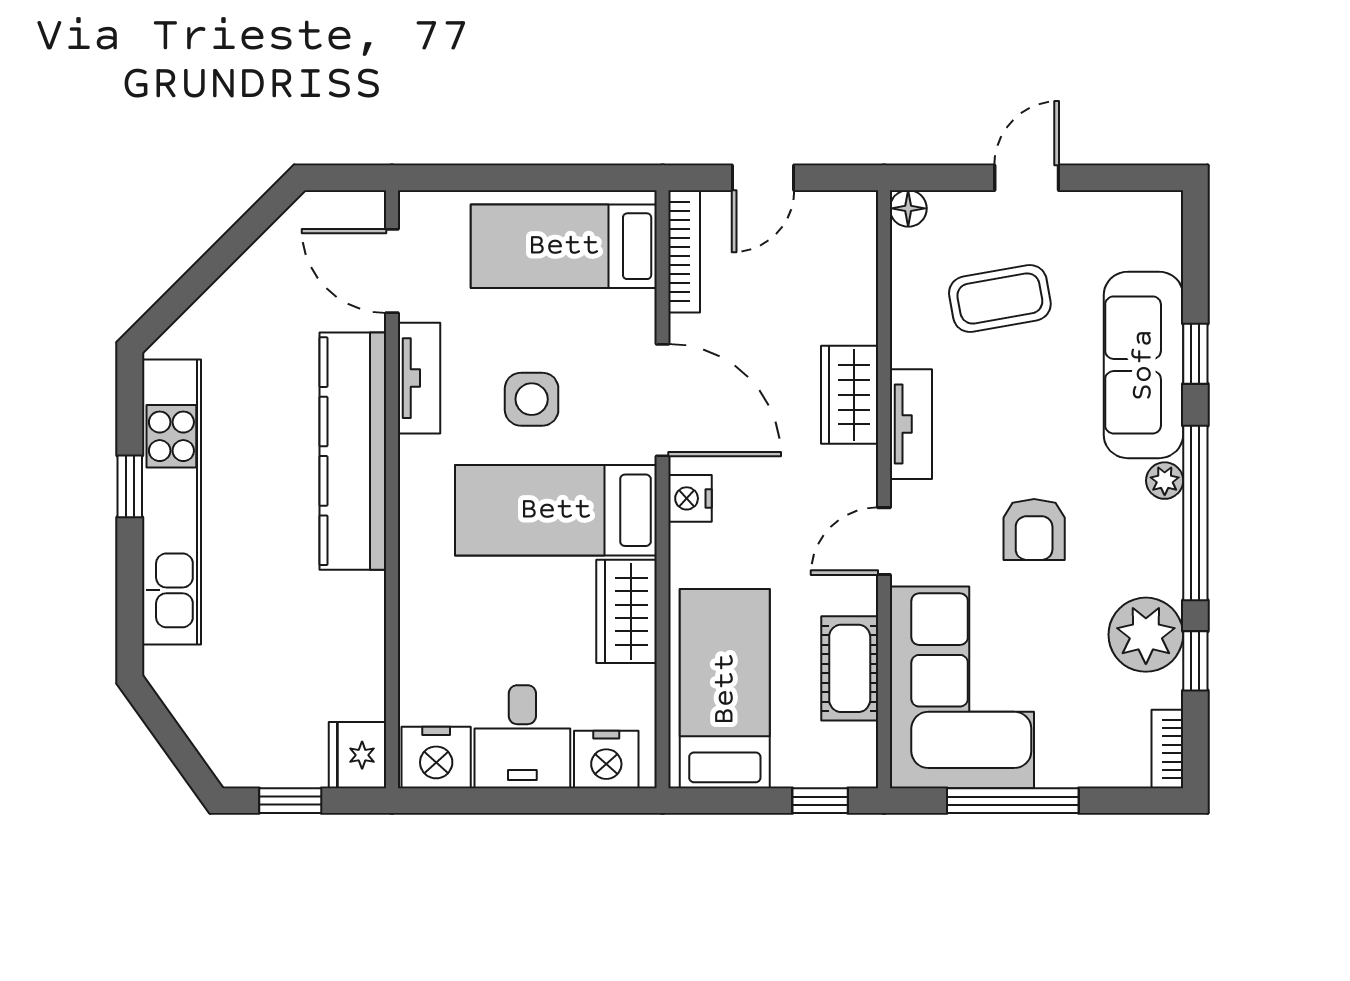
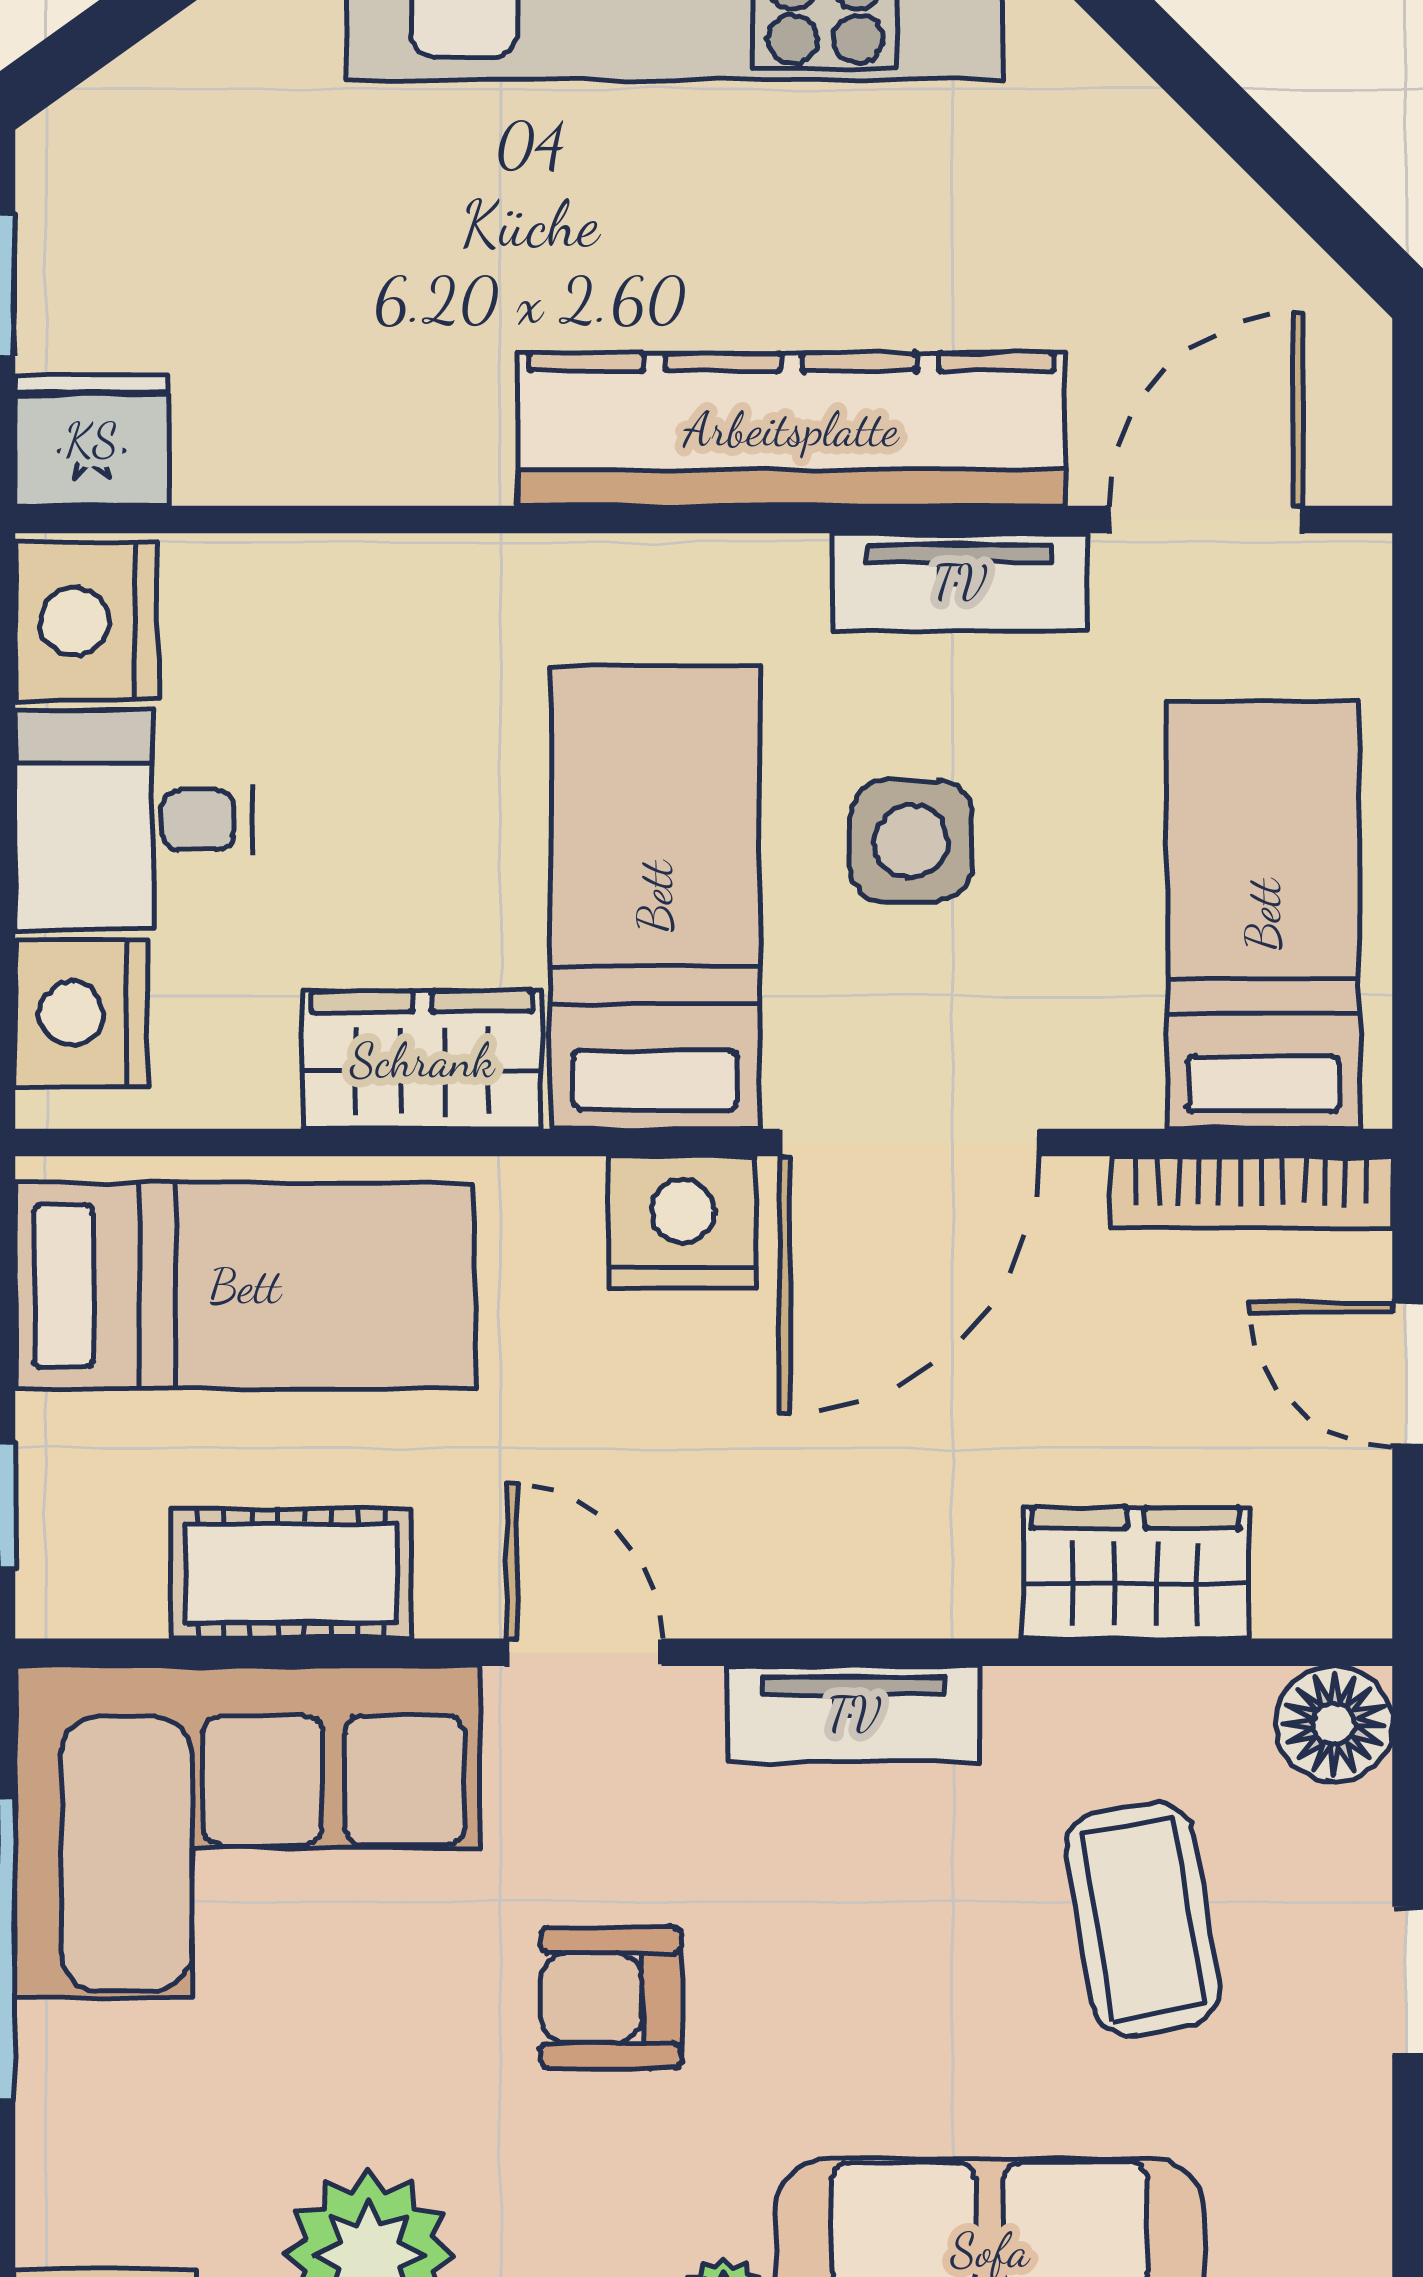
floor lamp: (908, 208) -> (1334, 1724), width x1.37, depth x1.37
wardrobe: (850, 395) -> (1136, 1573), moved
nightstand: (690, 498) -> (683, 1222), width x1.36, depth x1.33

